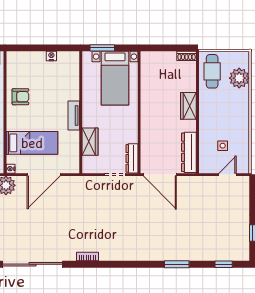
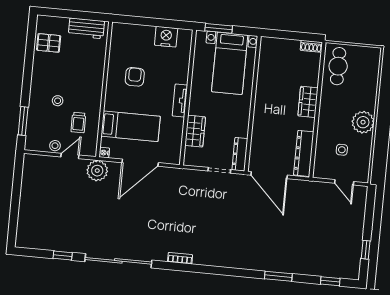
nightstand: (51, 56) -> (166, 37), width x1.89, depth x1.79
plant: (239, 78) -> (363, 122), moved
armchair: (20, 97) -> (135, 77), moved, turned -90
door: (228, 175) -> (344, 182), swing flipped

